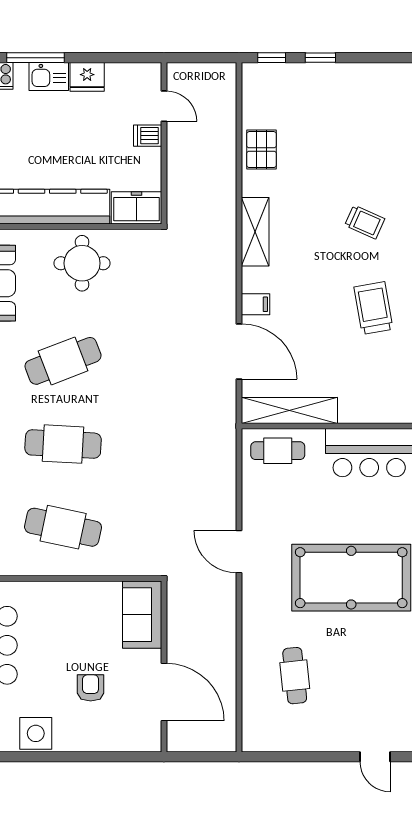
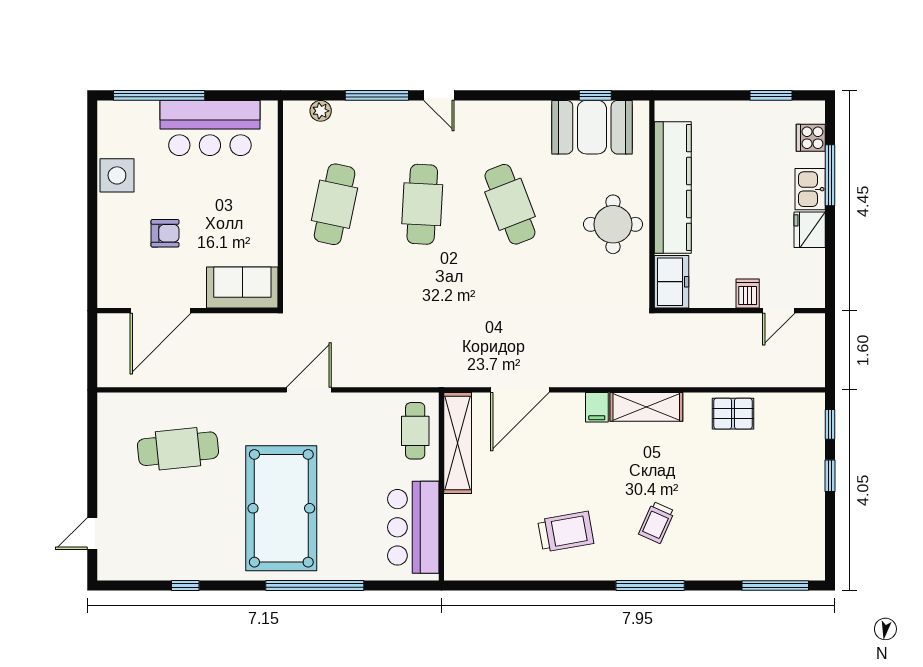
filing cabinet: (255, 304) -> (597, 407), moved
cafe table: (295, 676) -> (178, 449), width x1.37, depth x1.35

